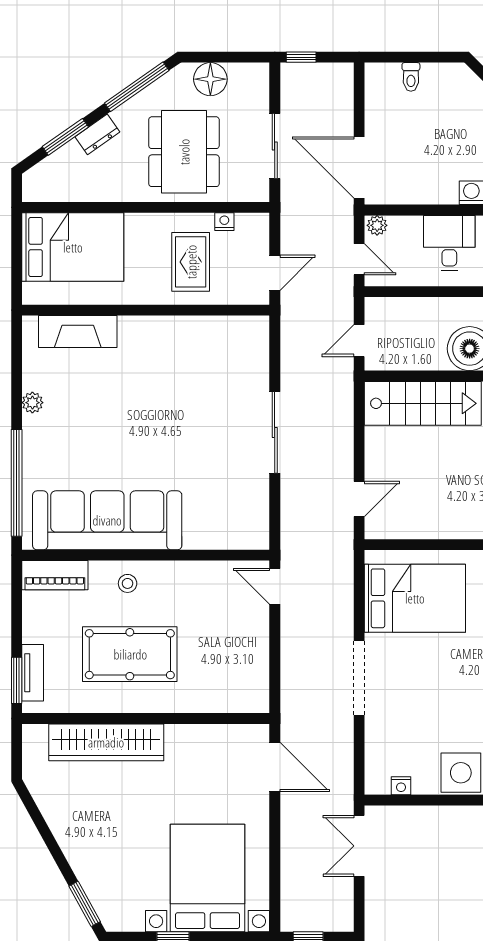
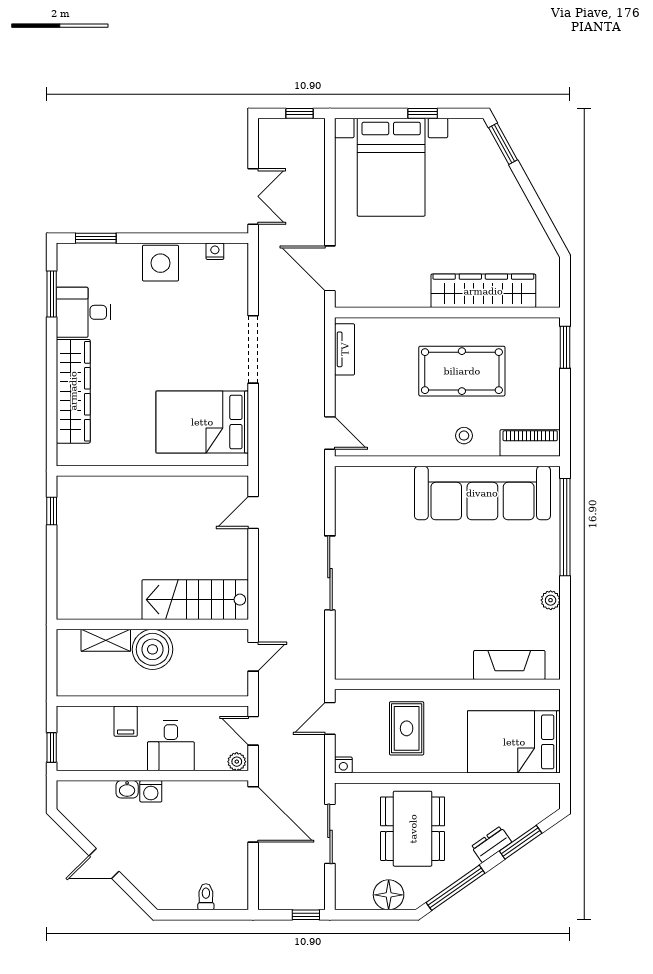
nightstand: (224, 222) -> (343, 765), moved
tv unit: (33, 673) -> (345, 349), moved, turned 180

